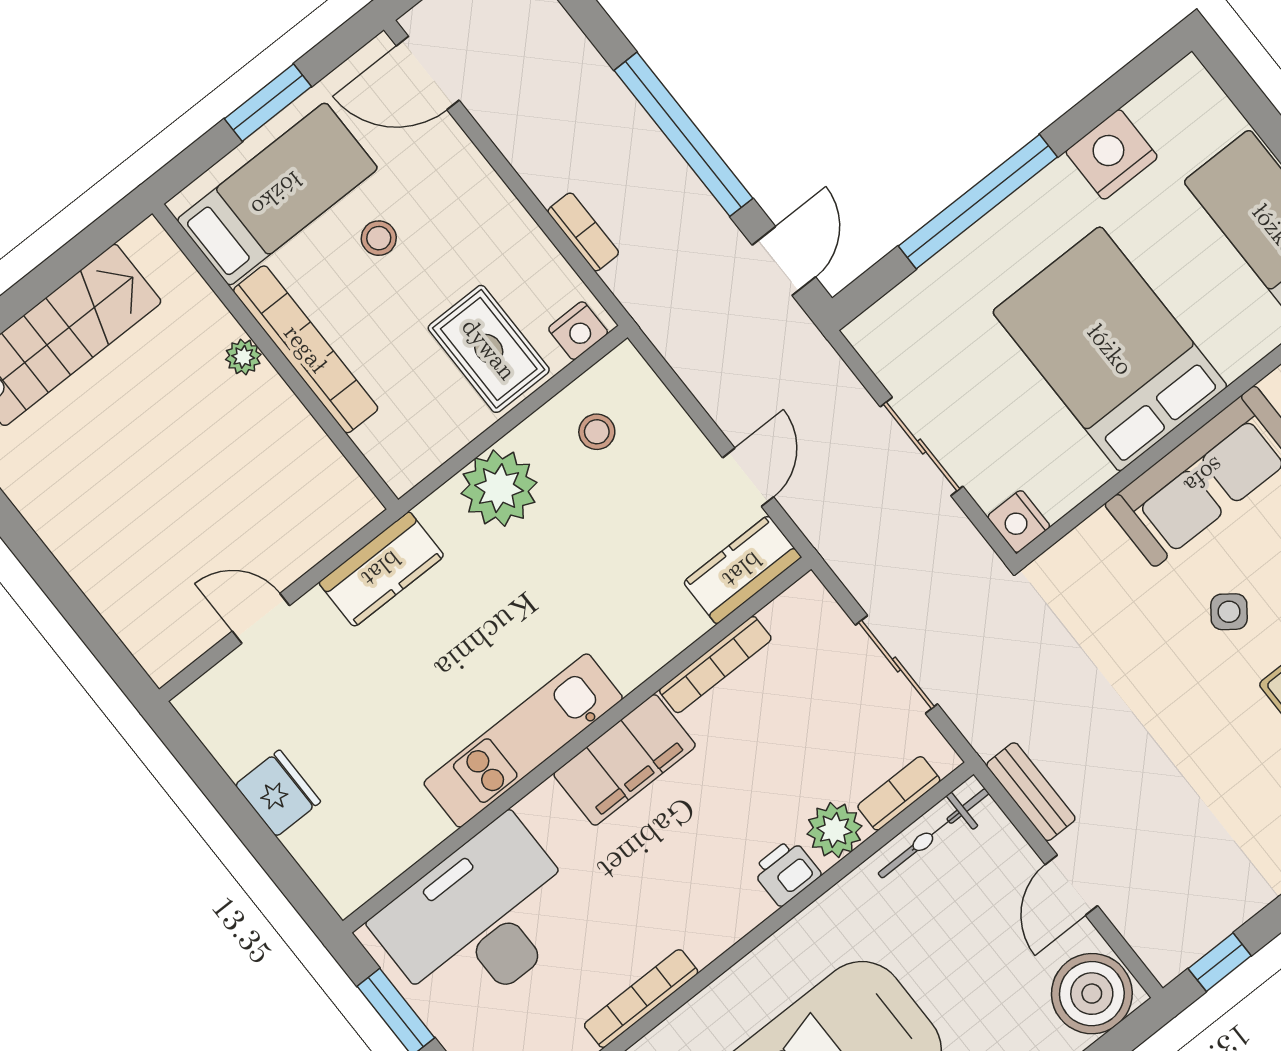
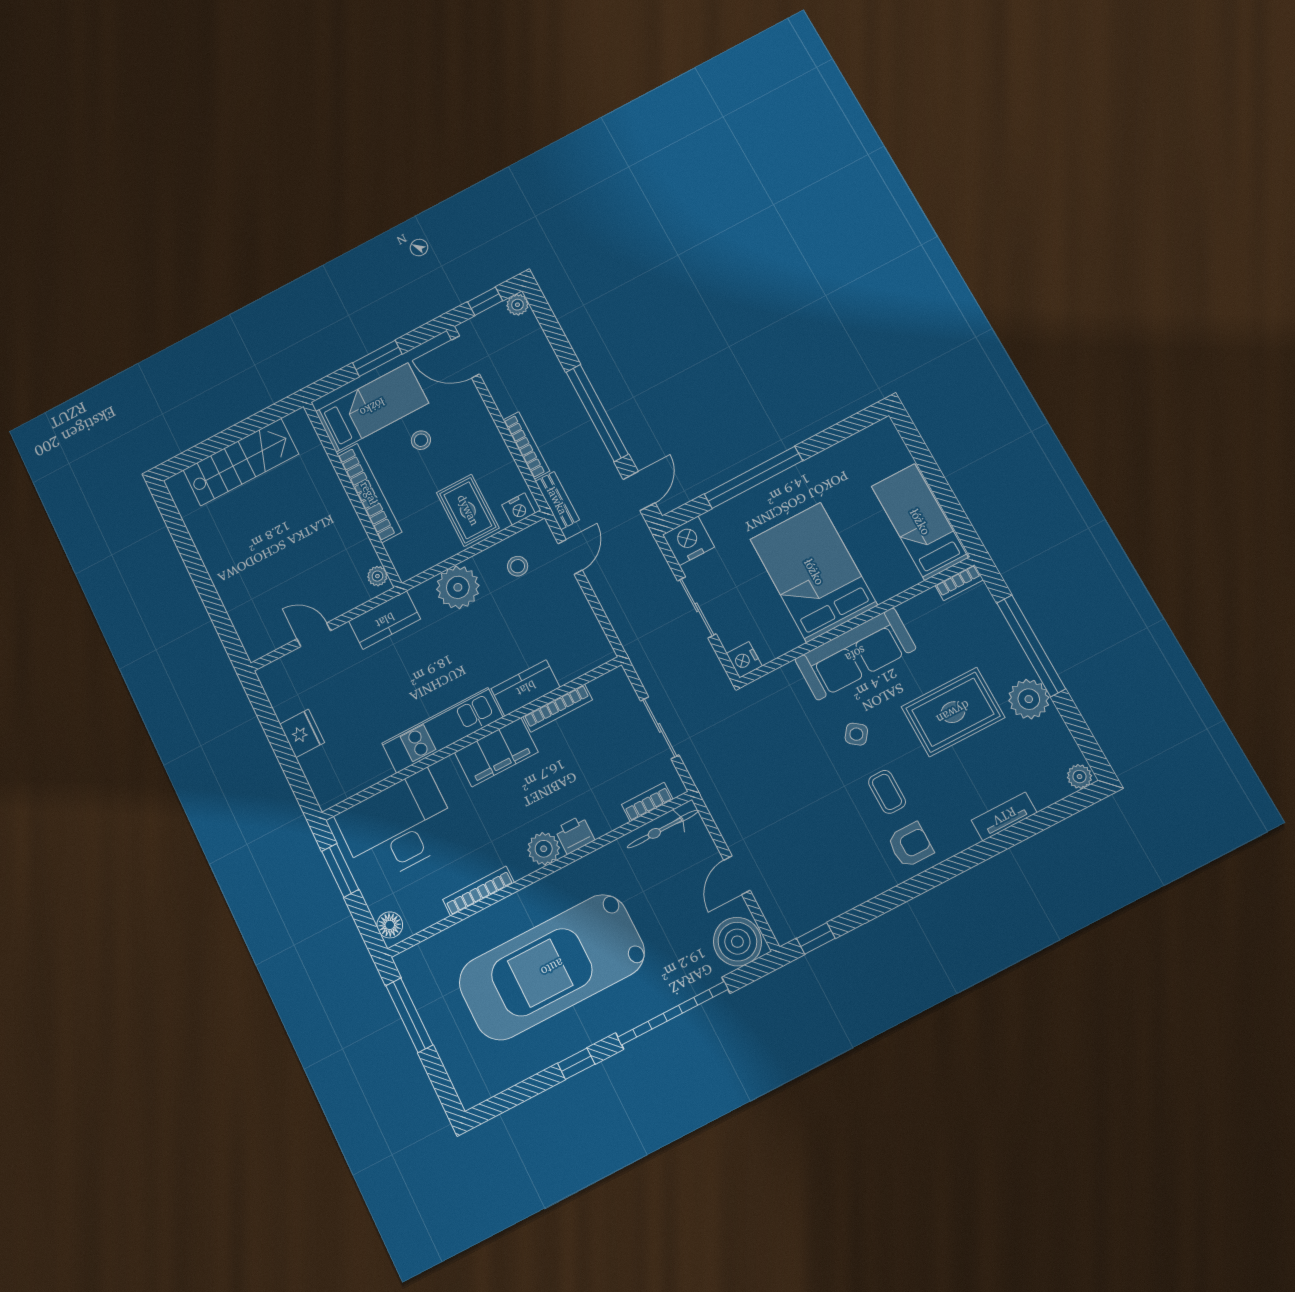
nightstand: (1112, 154) -> (688, 541), moved
bookcase: (583, 232) -> (526, 445), width x1.56
plant: (243, 357) -> (377, 576), moved
door: (748, 477) -> (570, 557), moved
kitchen counter: (742, 570) -> (526, 688), moved
bench: (1031, 792) -> (557, 501), moved
plant: (835, 830) -> (544, 849), moved

